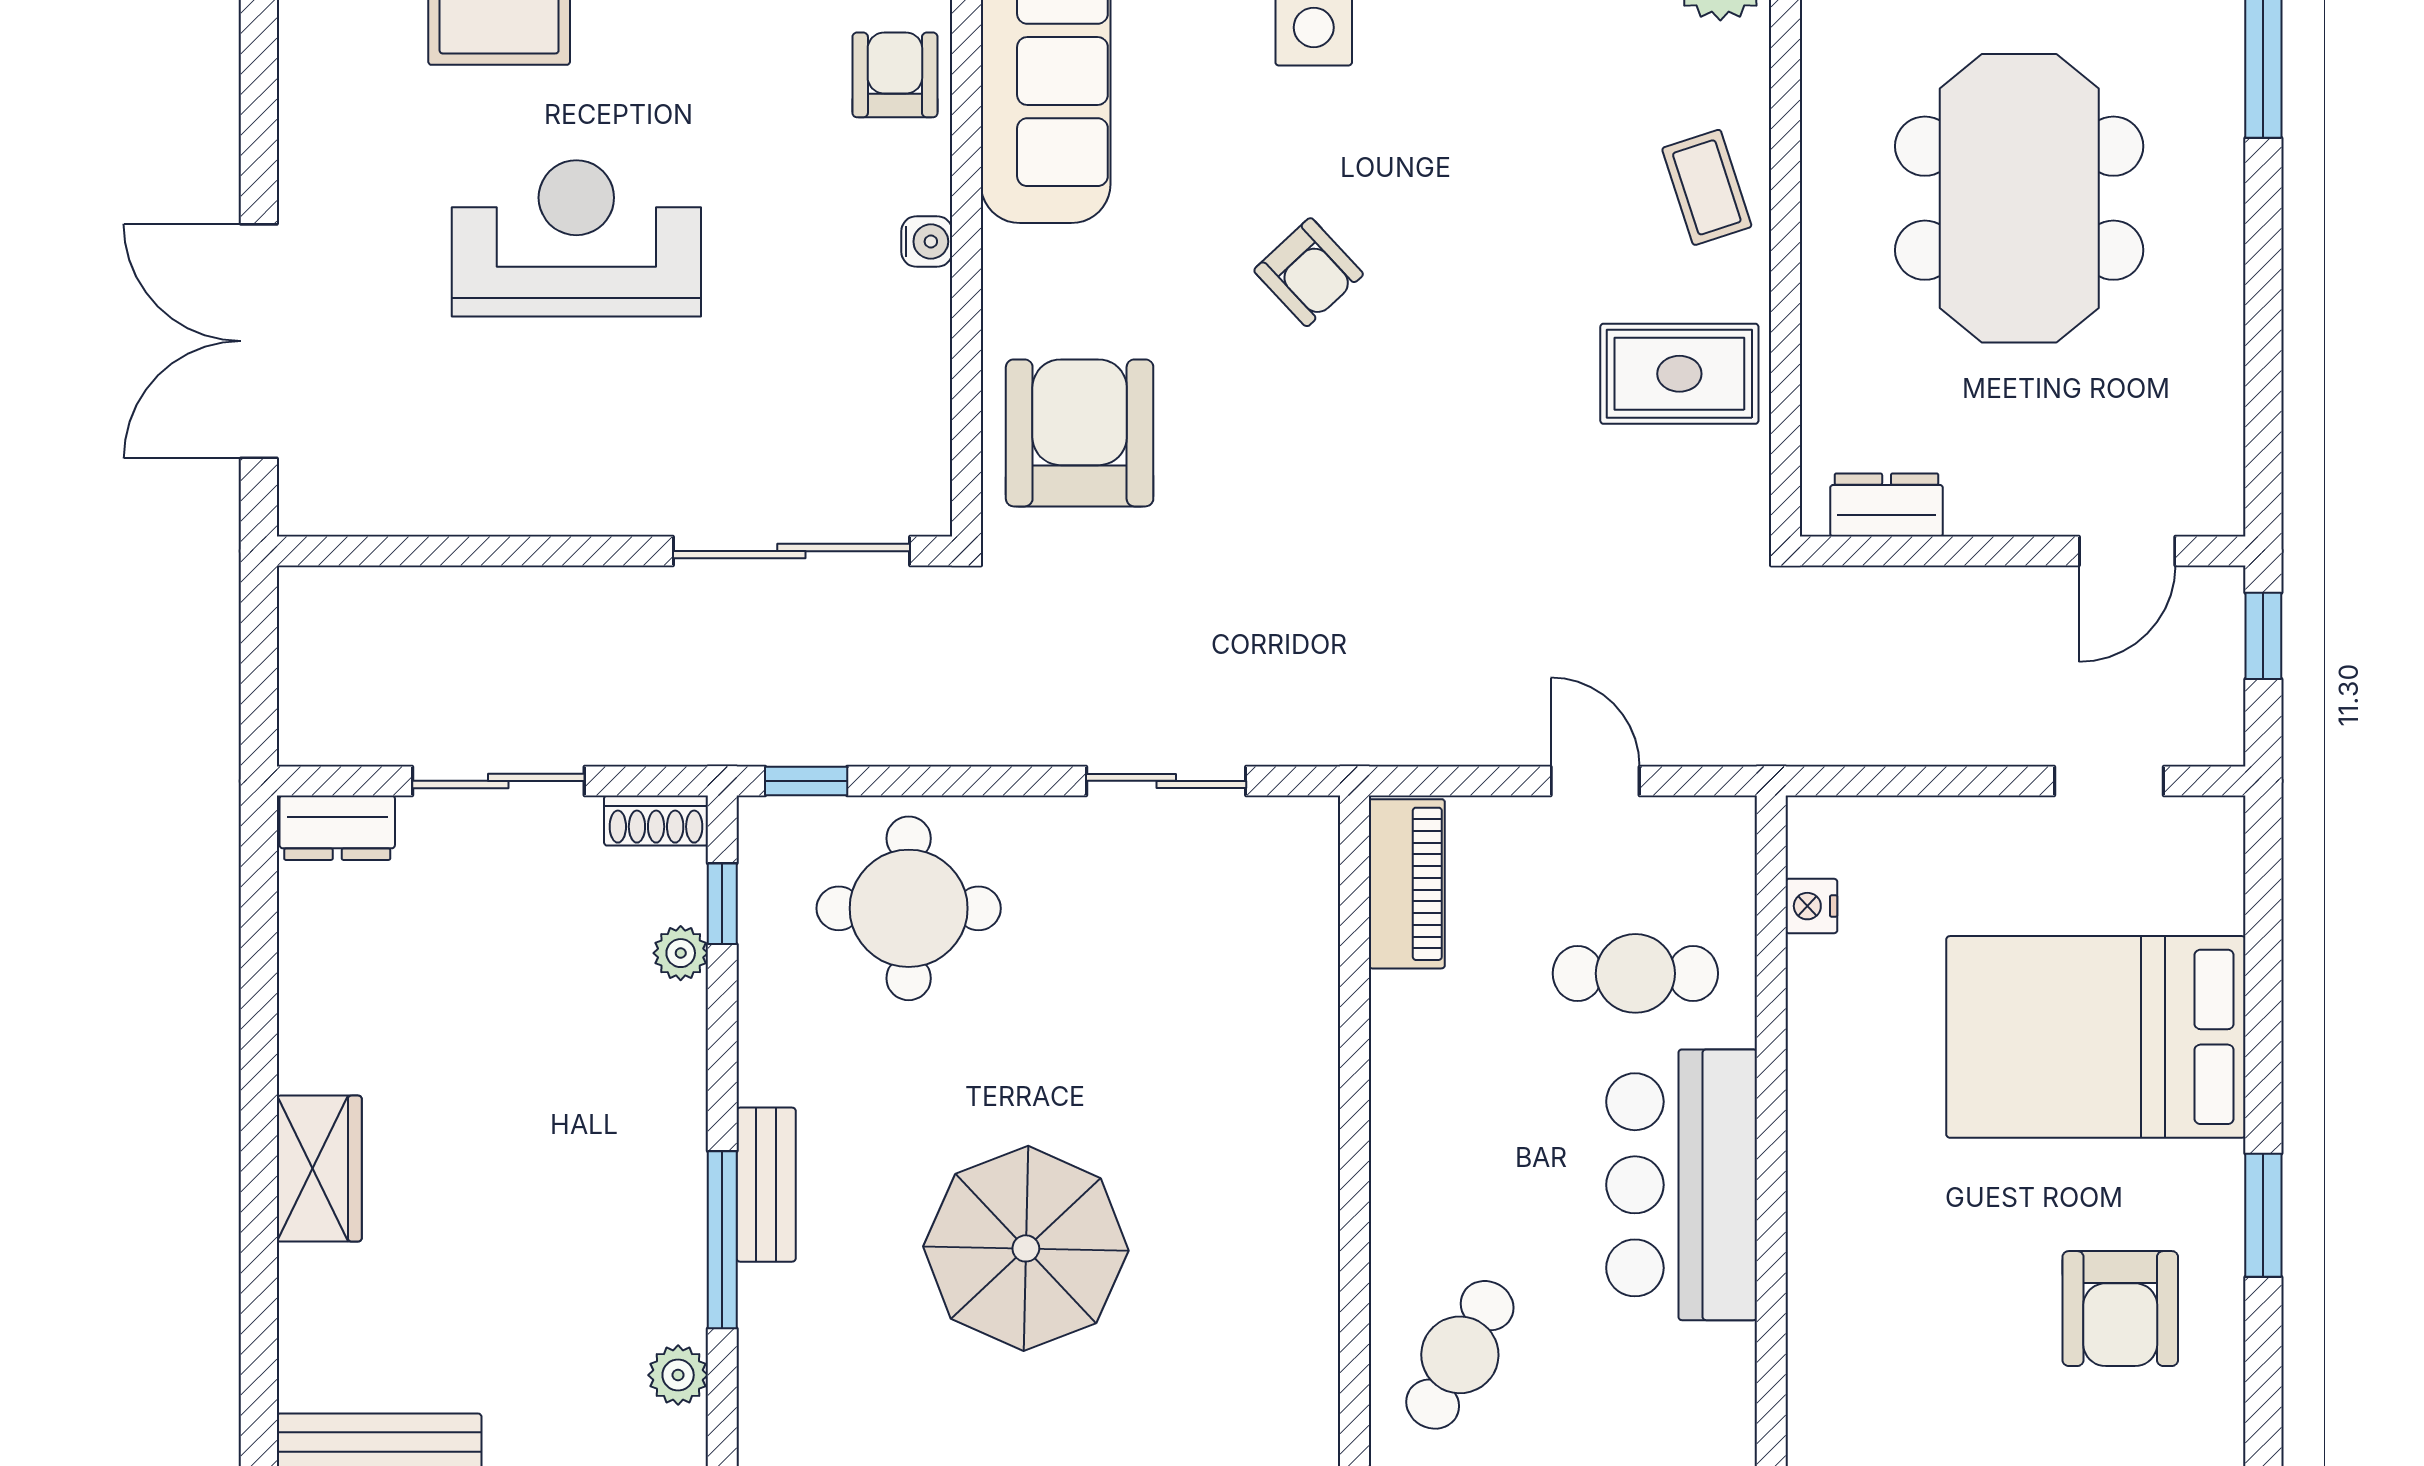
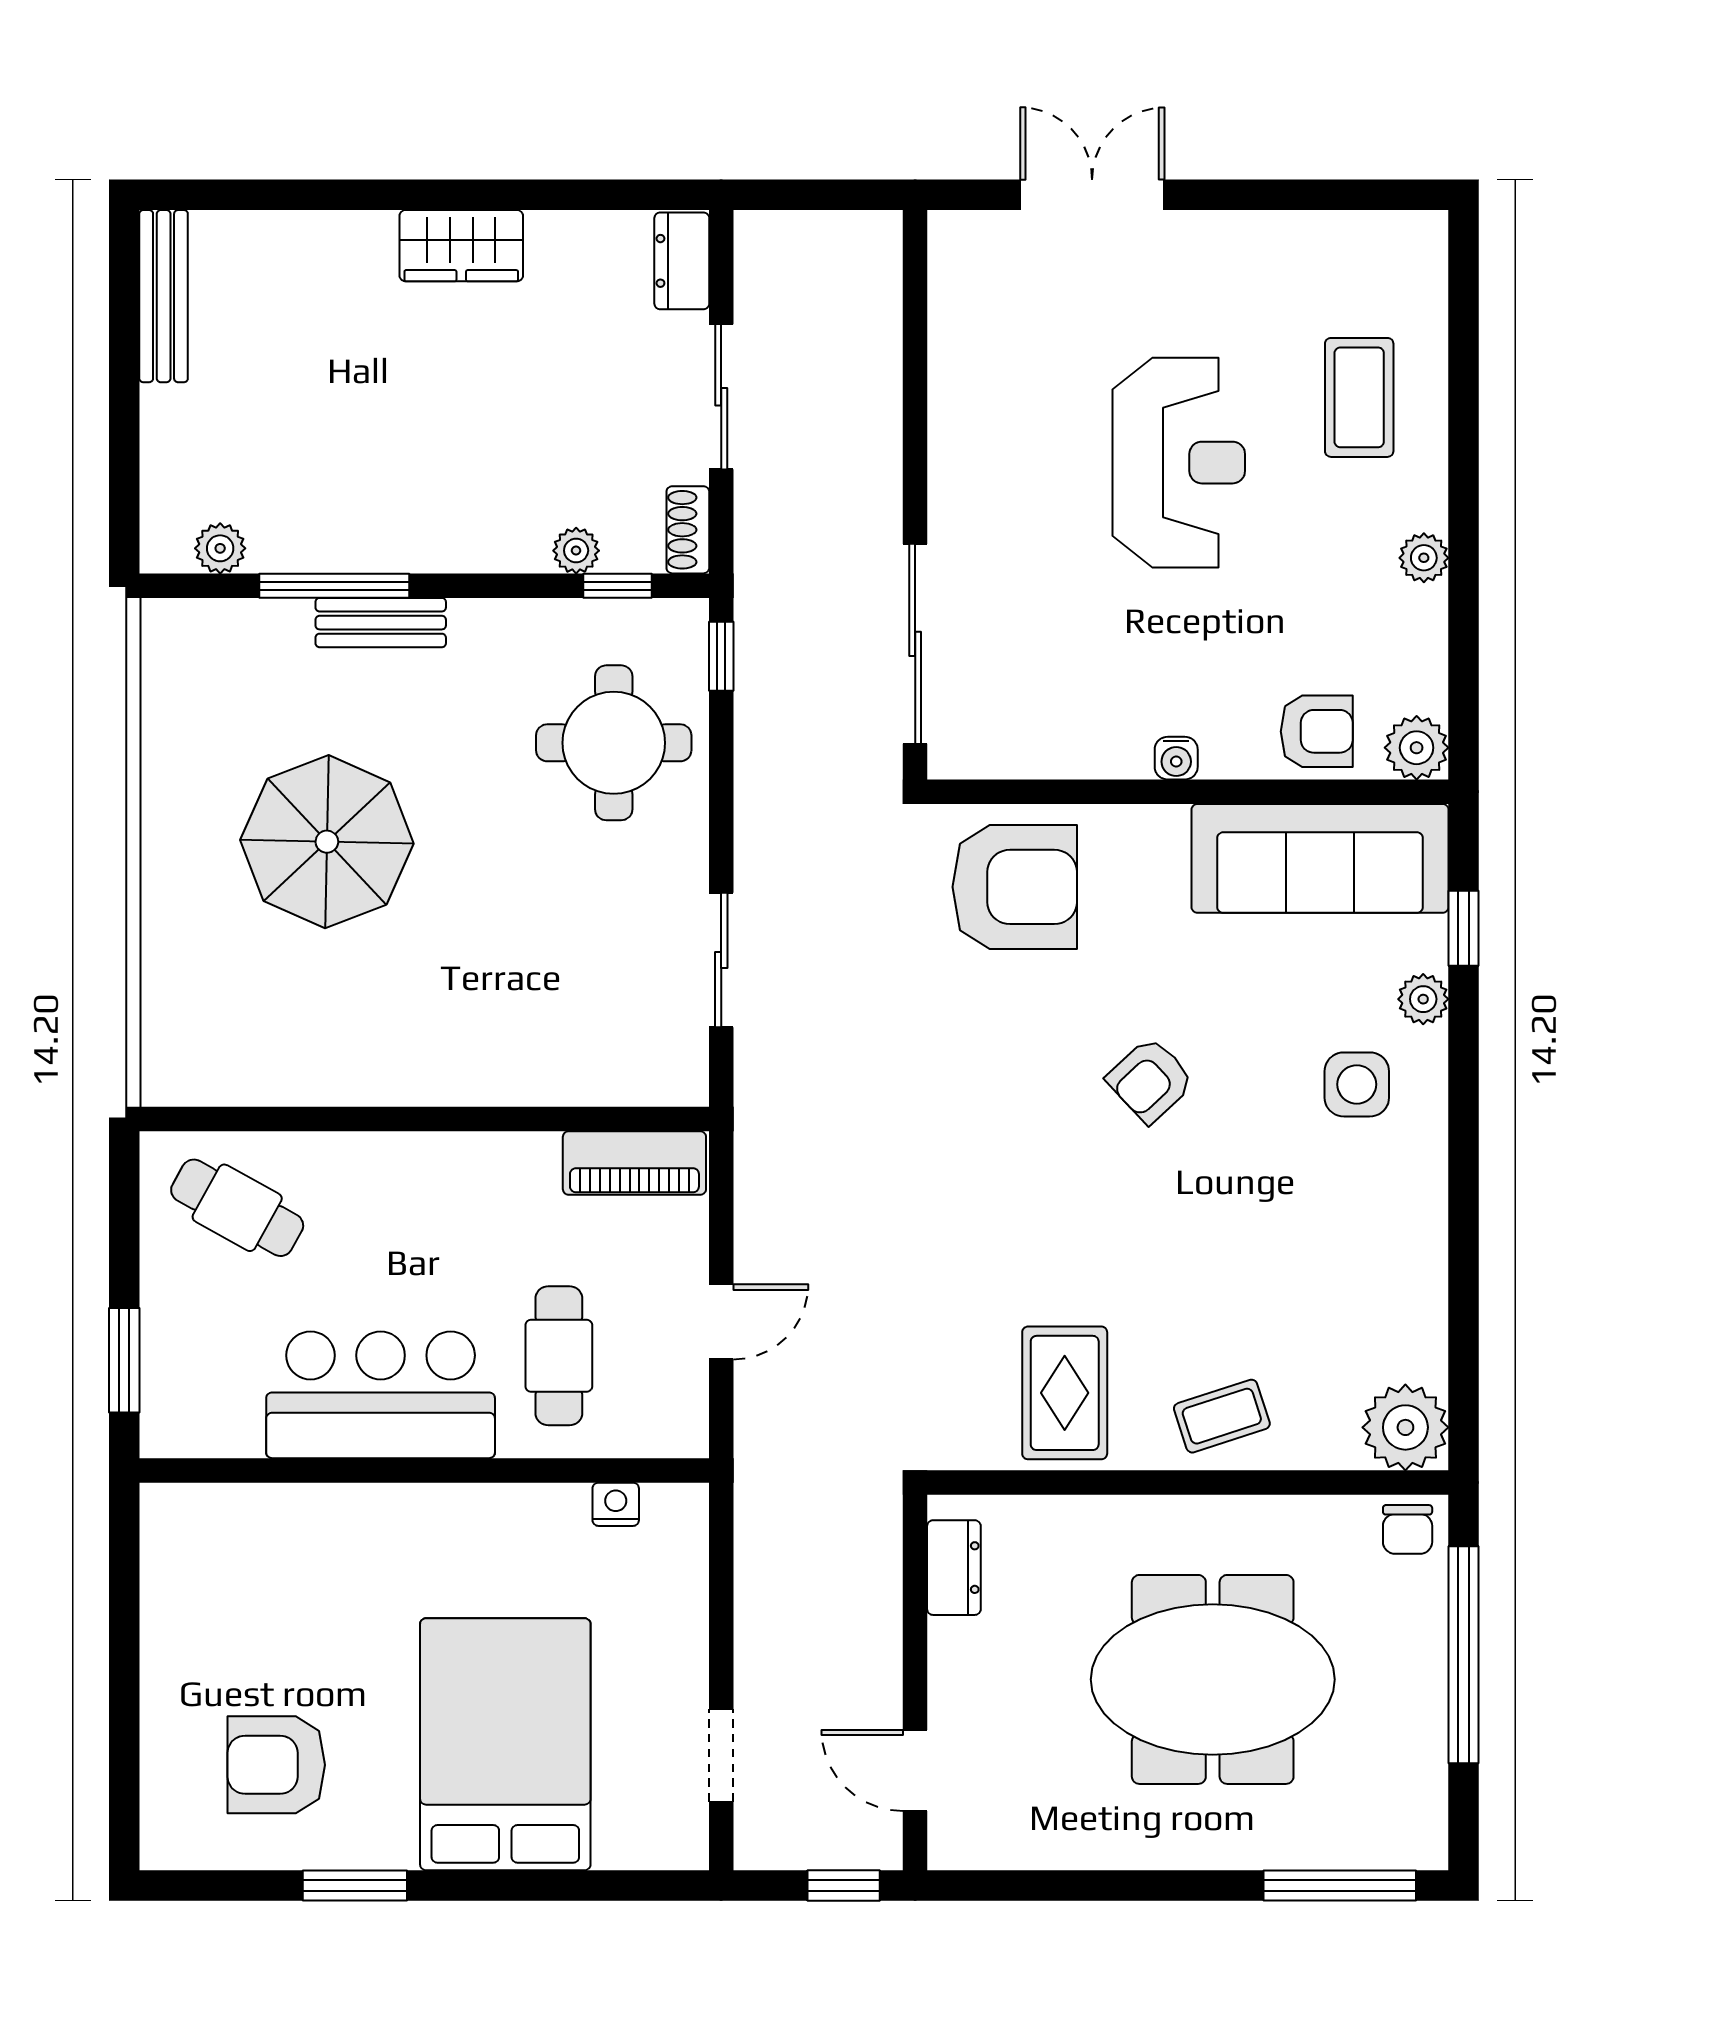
double door: (259, 341) -> (1092, 195), width x0.73
wardrobe: (319, 1169) -> (461, 246), moved

